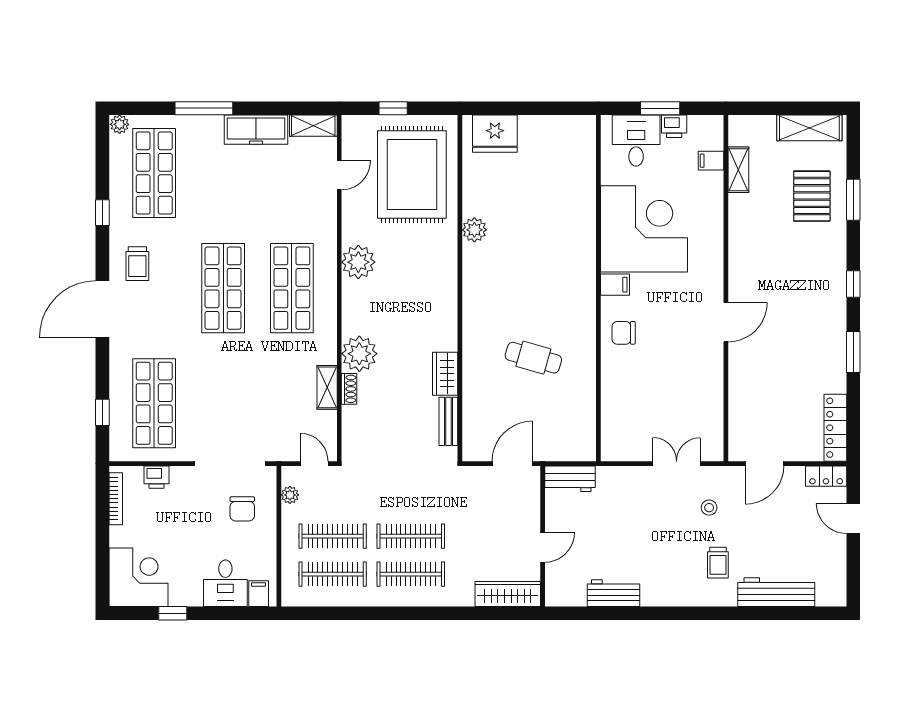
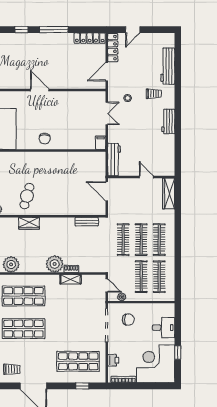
filing cabinet: (615, 285) -> (101, 143), moved
window: (853, 352) -> (54, 30), width x1.44
cafe table: (533, 358) -> (27, 196), moved
wardrobe: (445, 374) -> (29, 223), moved
door: (314, 464) -> (107, 285), swing flipped
double door: (677, 464) -> (107, 113), swing flipped
door: (764, 464) -> (107, 72), swing flipped
locker: (826, 476) -> (113, 48), width x1.53
workbench: (570, 479) -> (114, 160), width x1.38
clothes rail: (411, 498) -> (123, 240), added
corner desk: (138, 577) -> (156, 364), width x1.36, depth x1.36
workbench: (614, 593) -> (168, 121), moved
filing cabinet: (259, 594) -> (168, 312), removed

